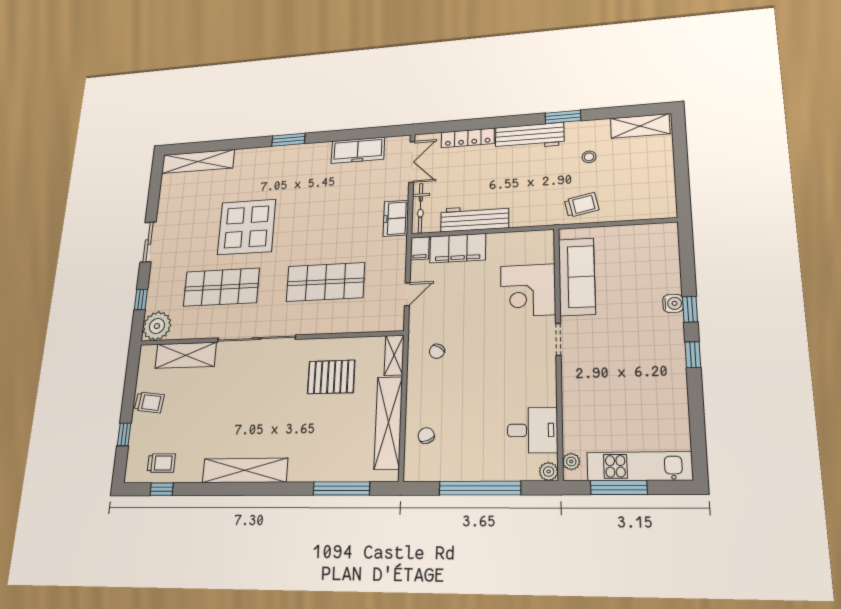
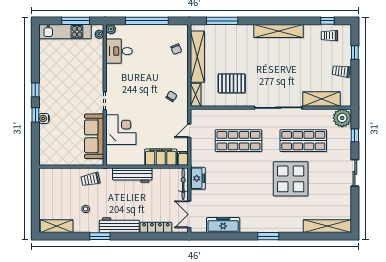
workbench: (475, 218) -> (132, 175), moved

